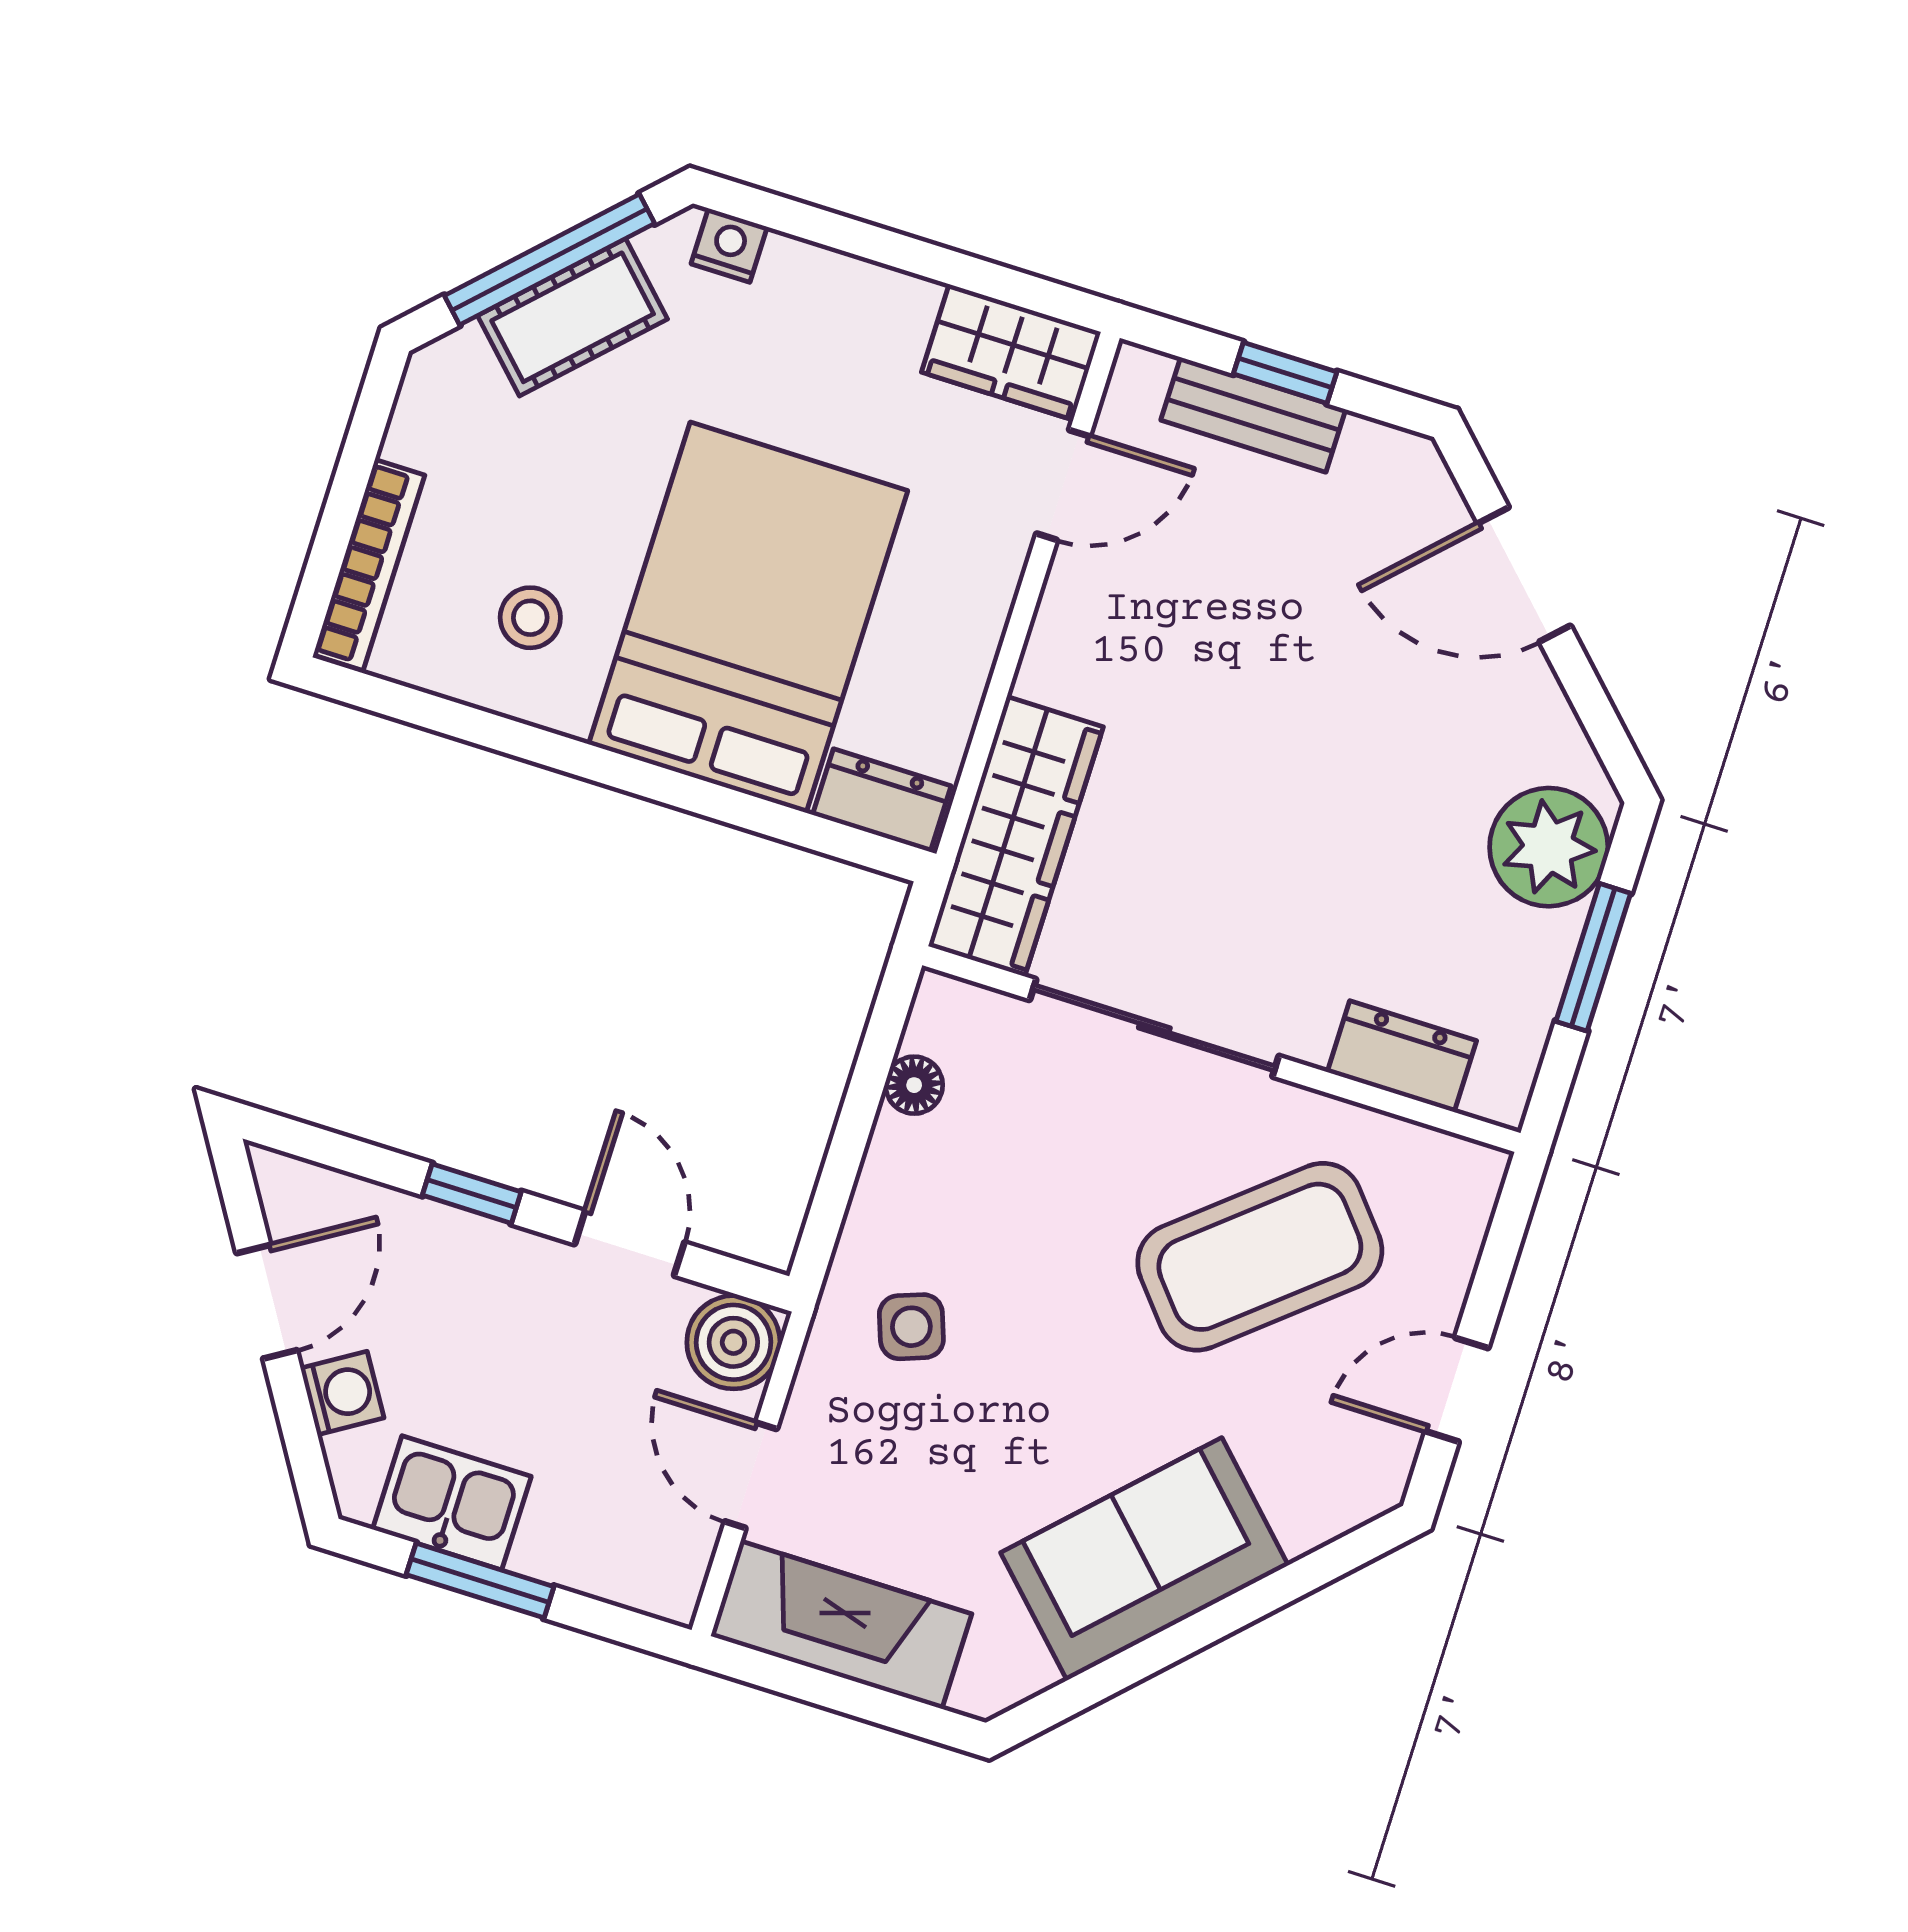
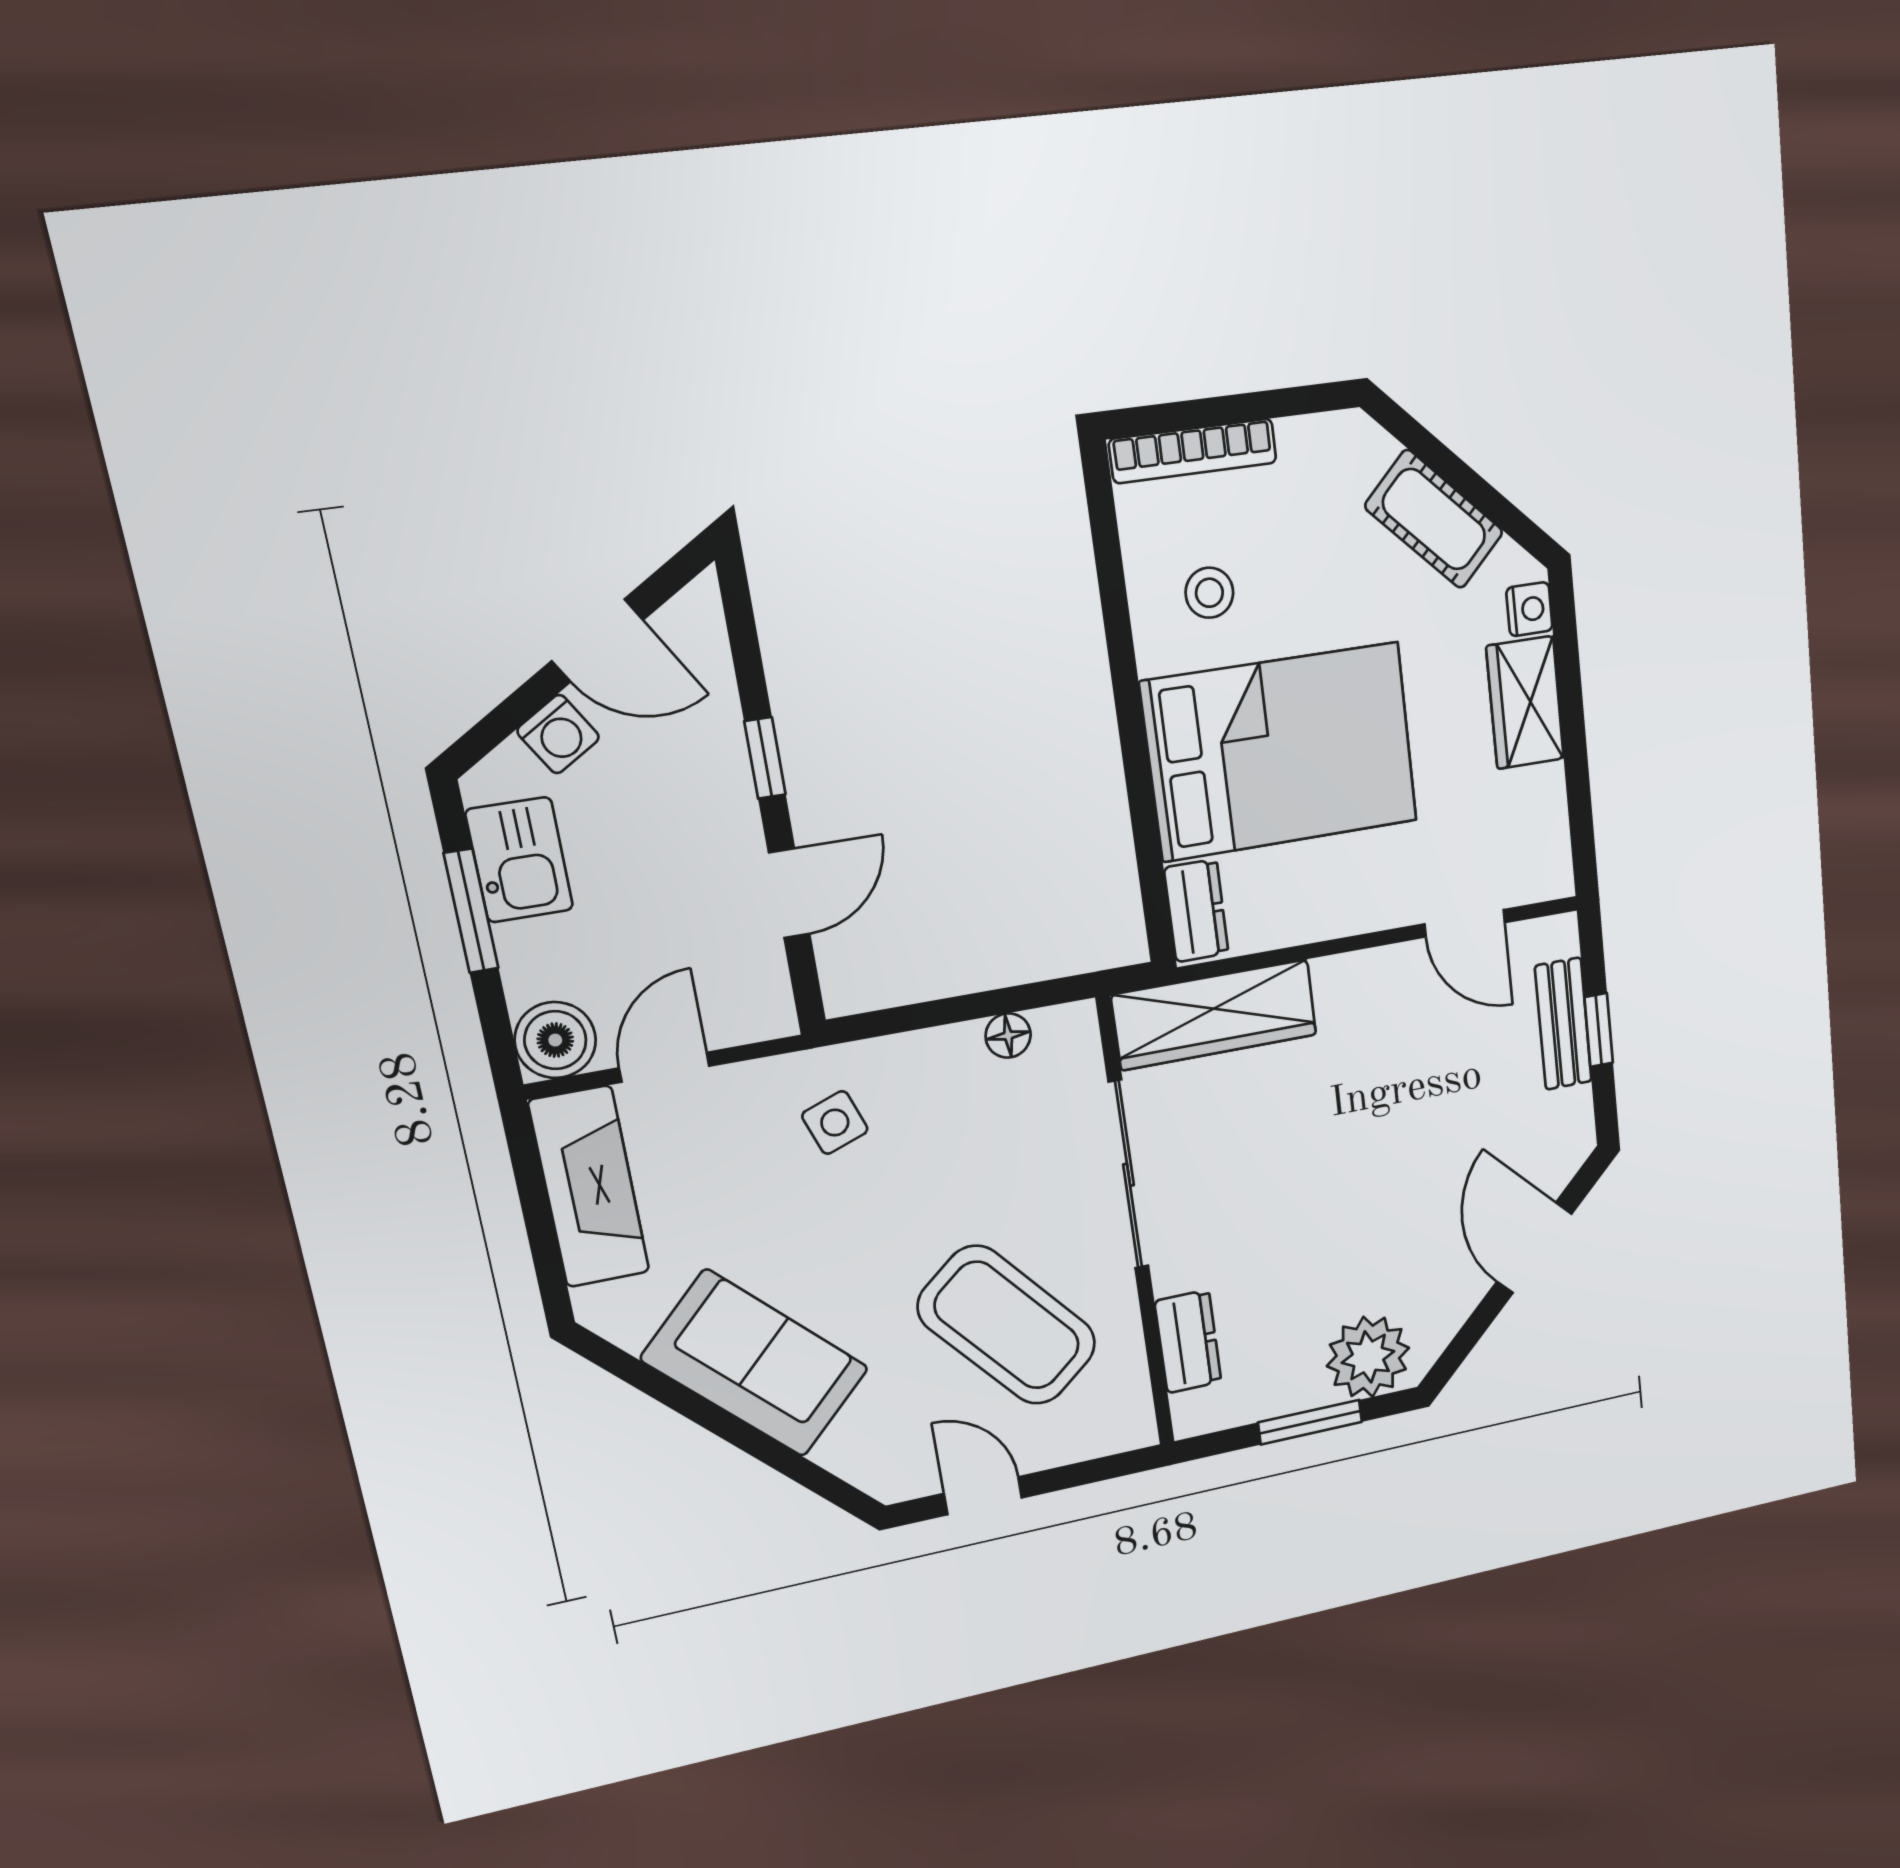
window: (549, 260) -> (1467, 482), removed
wardrobe: (1011, 352) -> (1525, 703), moved
boiler: (733, 1342) -> (555, 1040), moved

